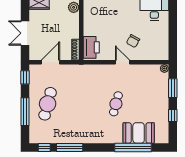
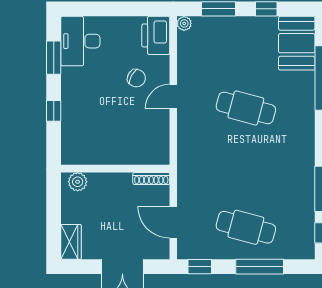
printer: (91, 47) -> (156, 35), moved, turned -90
cafe table: (116, 104) -> (246, 108), width x1.37, depth x1.35
booth: (139, 133) -> (297, 43), moved

